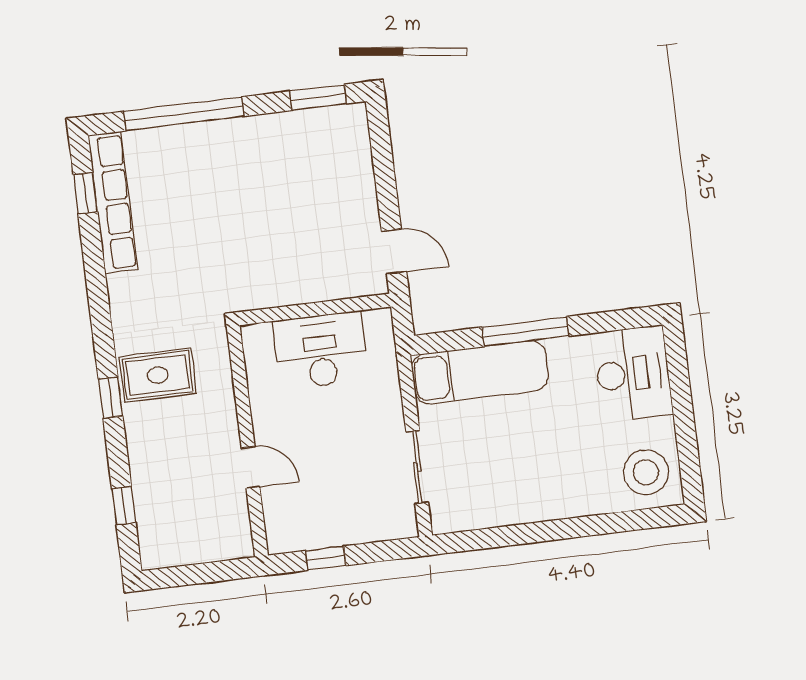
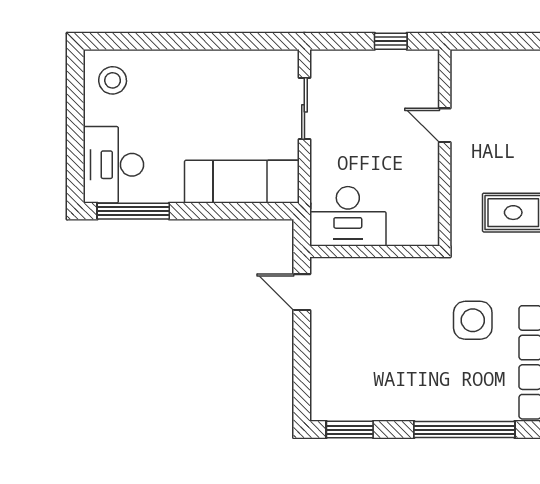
side table: (190, 243) -> (473, 320), added
window: (525, 332) -> (133, 211), moved
desk: (321, 351) -> (348, 216), moved
stool: (646, 472) -> (113, 80), width x0.73, depth x0.73

